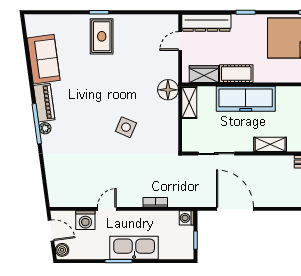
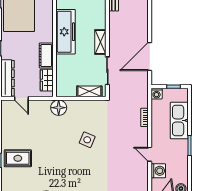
freezer: (246, 99) -> (66, 32), moved
shelving: (189, 102) -> (89, 91), moved
shelving: (270, 144) -> (100, 42), moved
kitchen sink: (134, 248) -> (179, 120), moved

